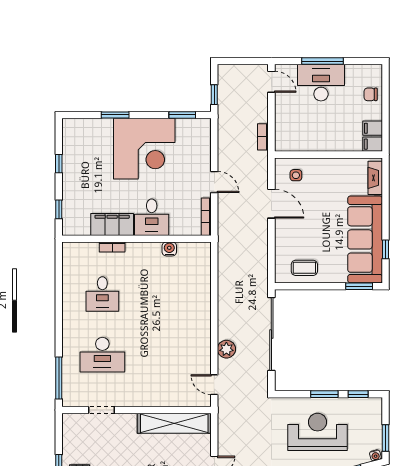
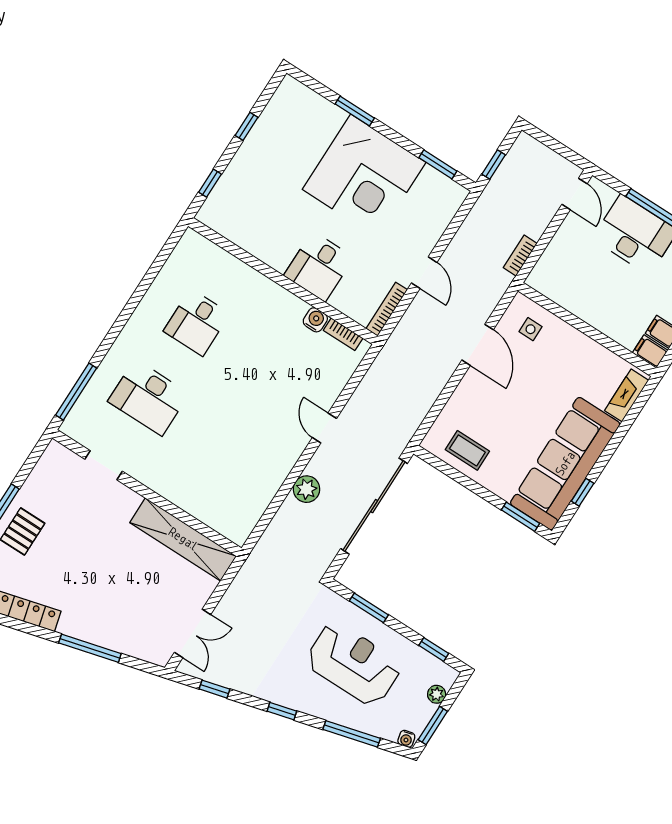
filing cabinet: (112, 224) -> (264, 244), removed
bookcase: (112, 247) -> (343, 334), moved
door: (214, 385) -> (324, 428), moved
window: (324, 394) -> (369, 608), moved
plant: (376, 419) -> (437, 694), added

